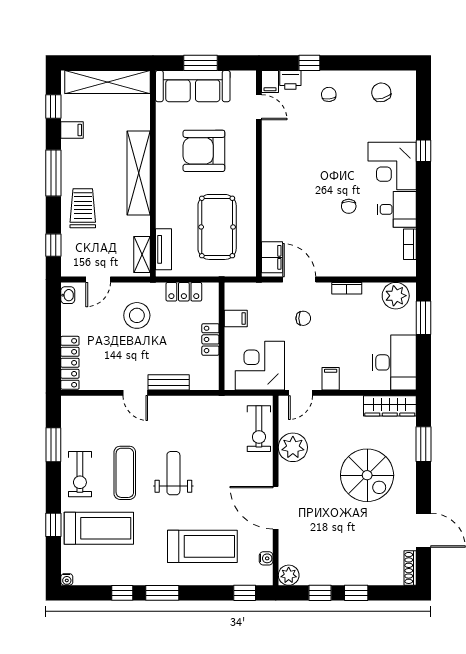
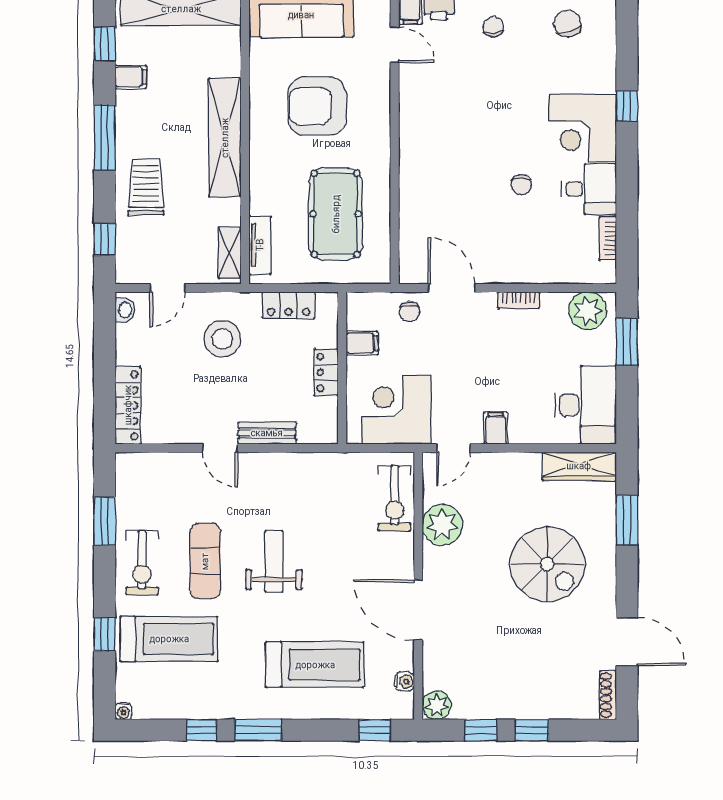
filing cabinet: (272, 257) -> (413, 257), removed
chair: (303, 318) -> (410, 311), moved, turned 90

